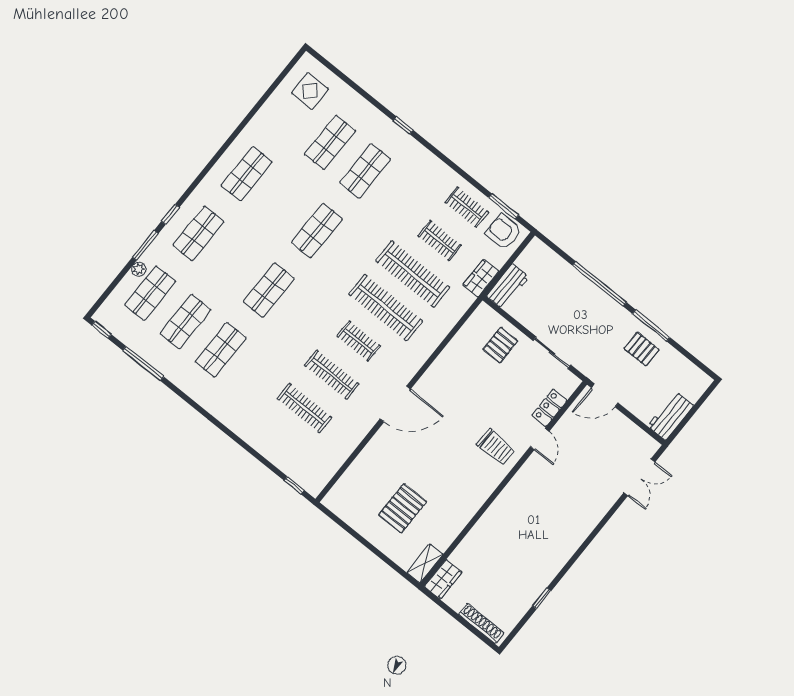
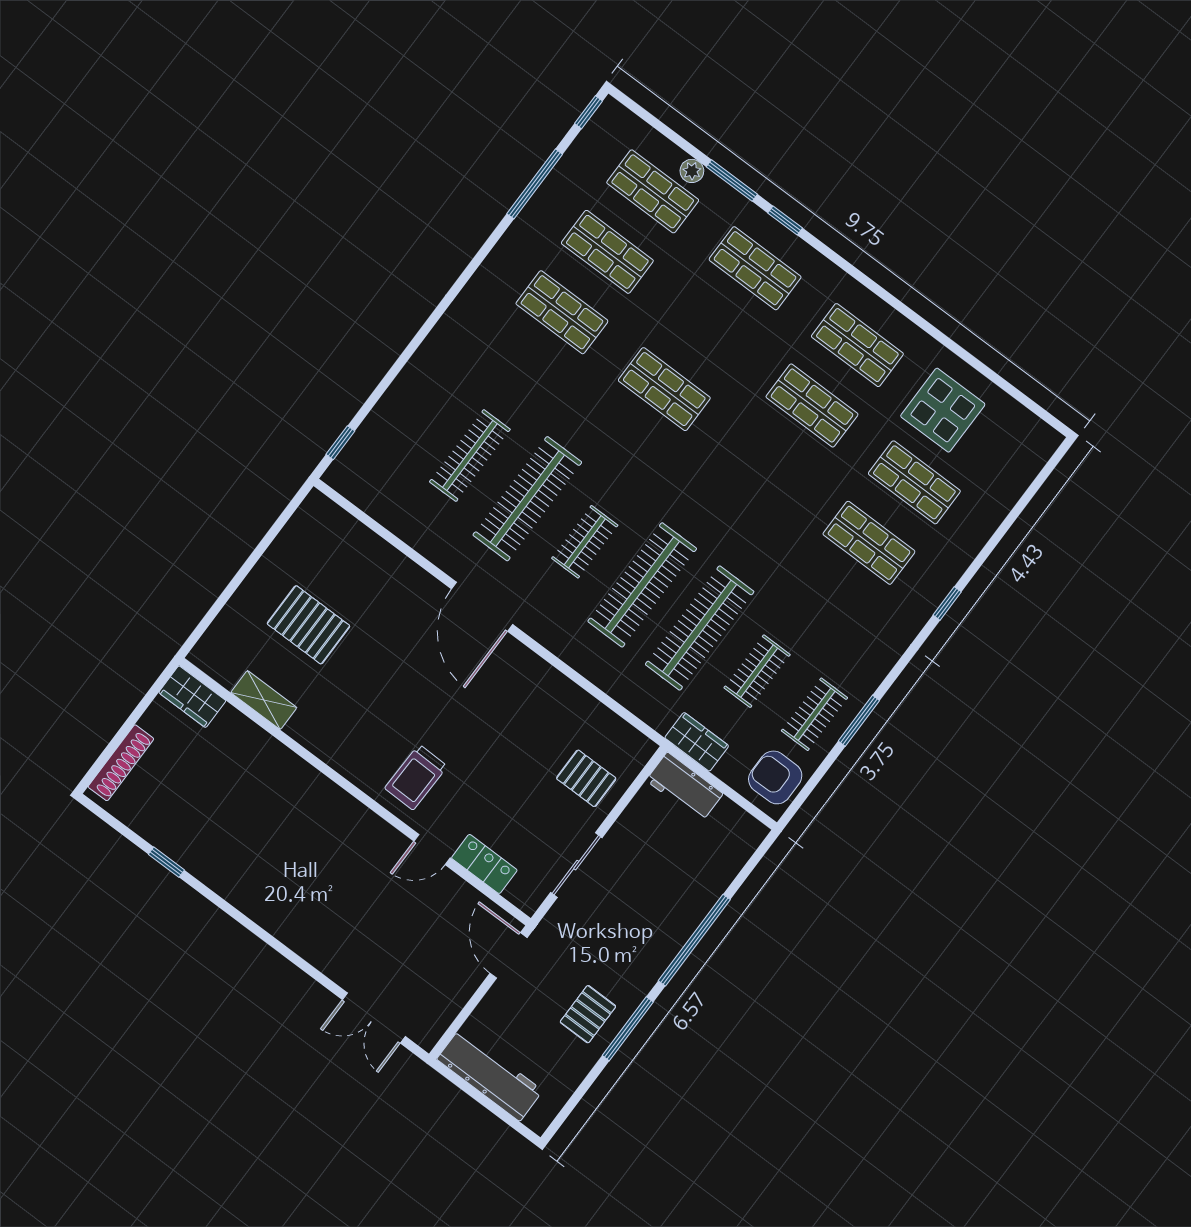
display table: (310, 91) -> (943, 410), moved, width x1.36, depth x1.36
window: (504, 206) -> (859, 721), moved
shop shelf: (317, 231) -> (812, 406), moved
armchair: (504, 232) -> (775, 777), turned -90
clothes rail: (332, 375) -> (527, 499), width x1.37, depth x1.31
workbench: (671, 416) -> (490, 1075), width x1.38
shelving: (425, 563) -> (264, 700), moved

